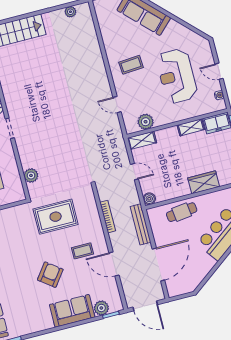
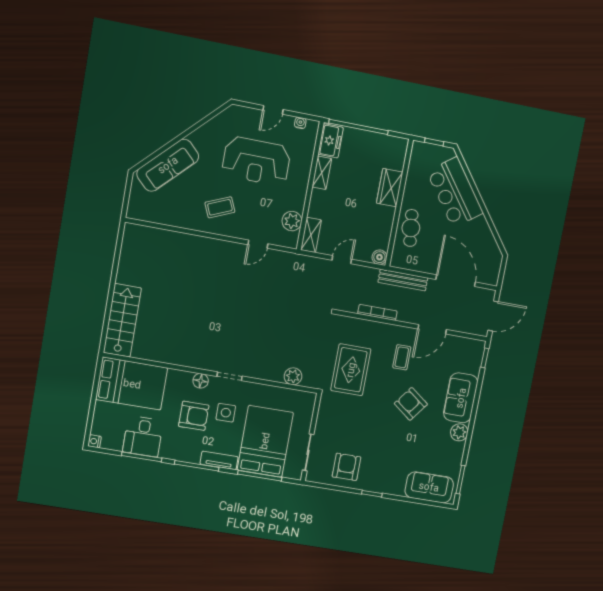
plant: (70, 12) -> (128, 248), removed
coffee table: (131, 65) -> (220, 207), turned 71
plant: (101, 308) -> (459, 432), moved

